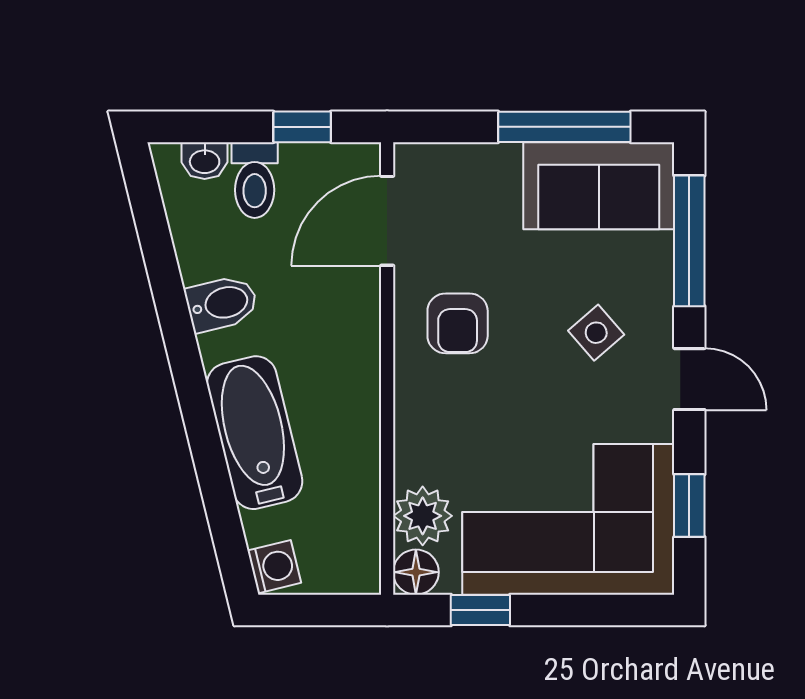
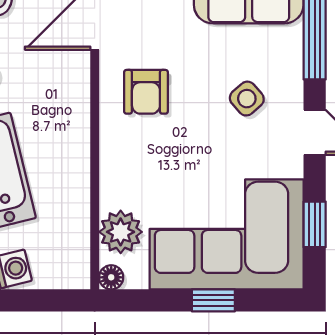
floor lamp: (416, 572) -> (111, 277), width x0.73, depth x0.73
window: (480, 610) -> (213, 300), moved

